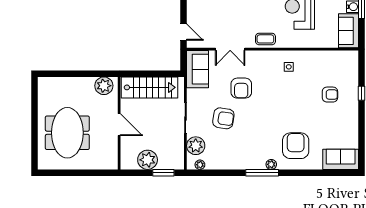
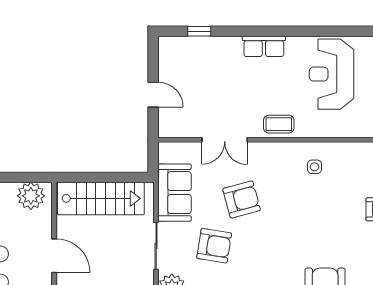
door: (184, 32) -> (153, 95), moved
sofa: (198, 69) -> (175, 193), moved
armchair: (241, 88) -> (242, 199), turned -105

